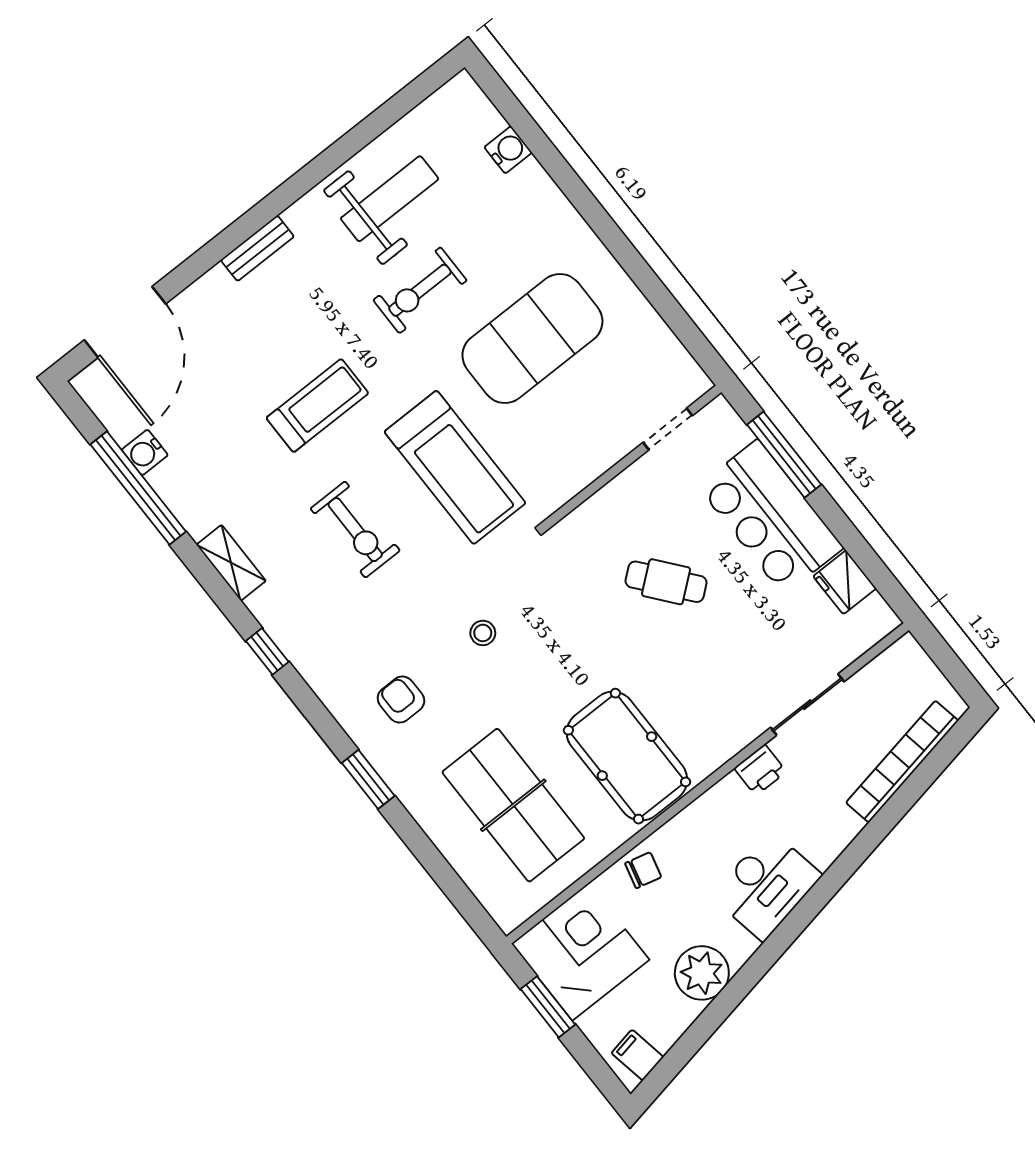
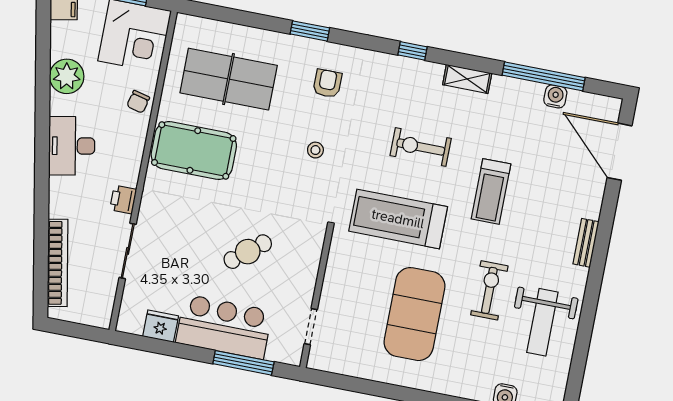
armchair: (401, 700) -> (327, 83), turned -90

